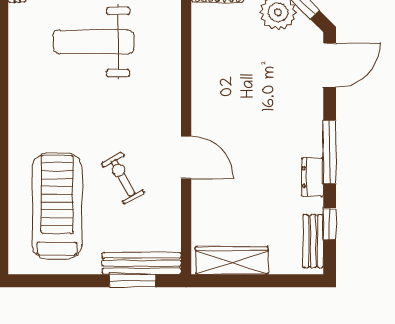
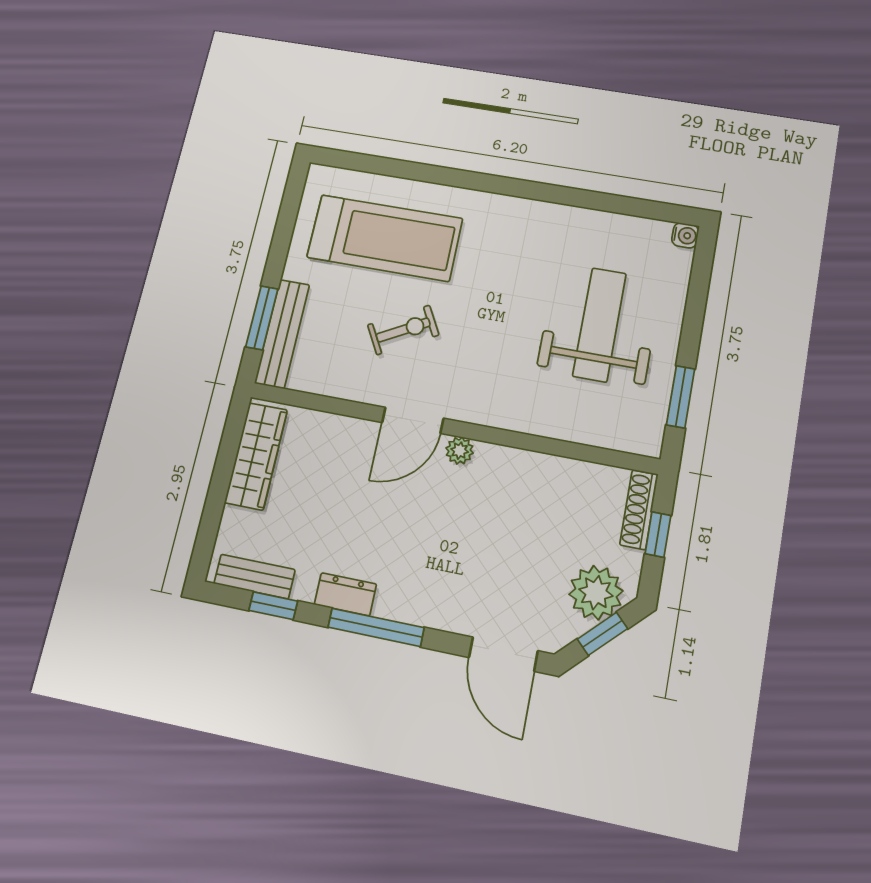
plant: (201, 121) -> (460, 451), added

